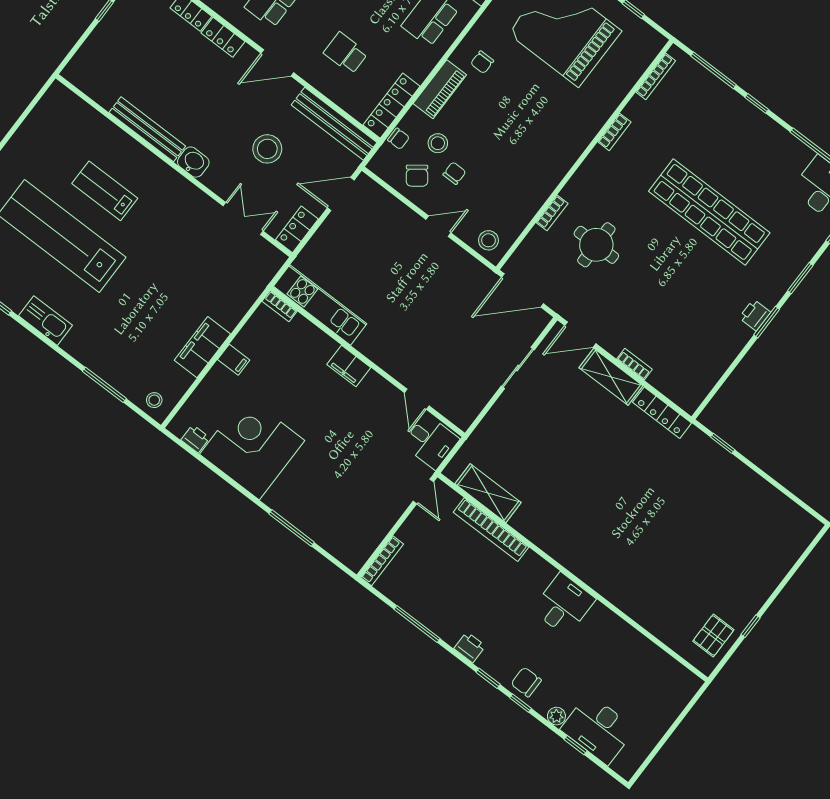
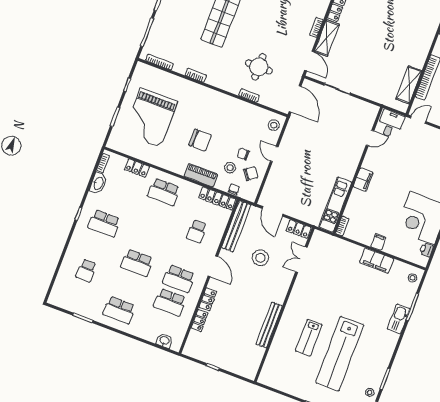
chair: (482, 62) -> (200, 140), moved, width x1.87, depth x1.87
washbasin: (193, 162) -> (279, 295), removed
kitchen sink: (46, 321) -> (399, 319), moved

